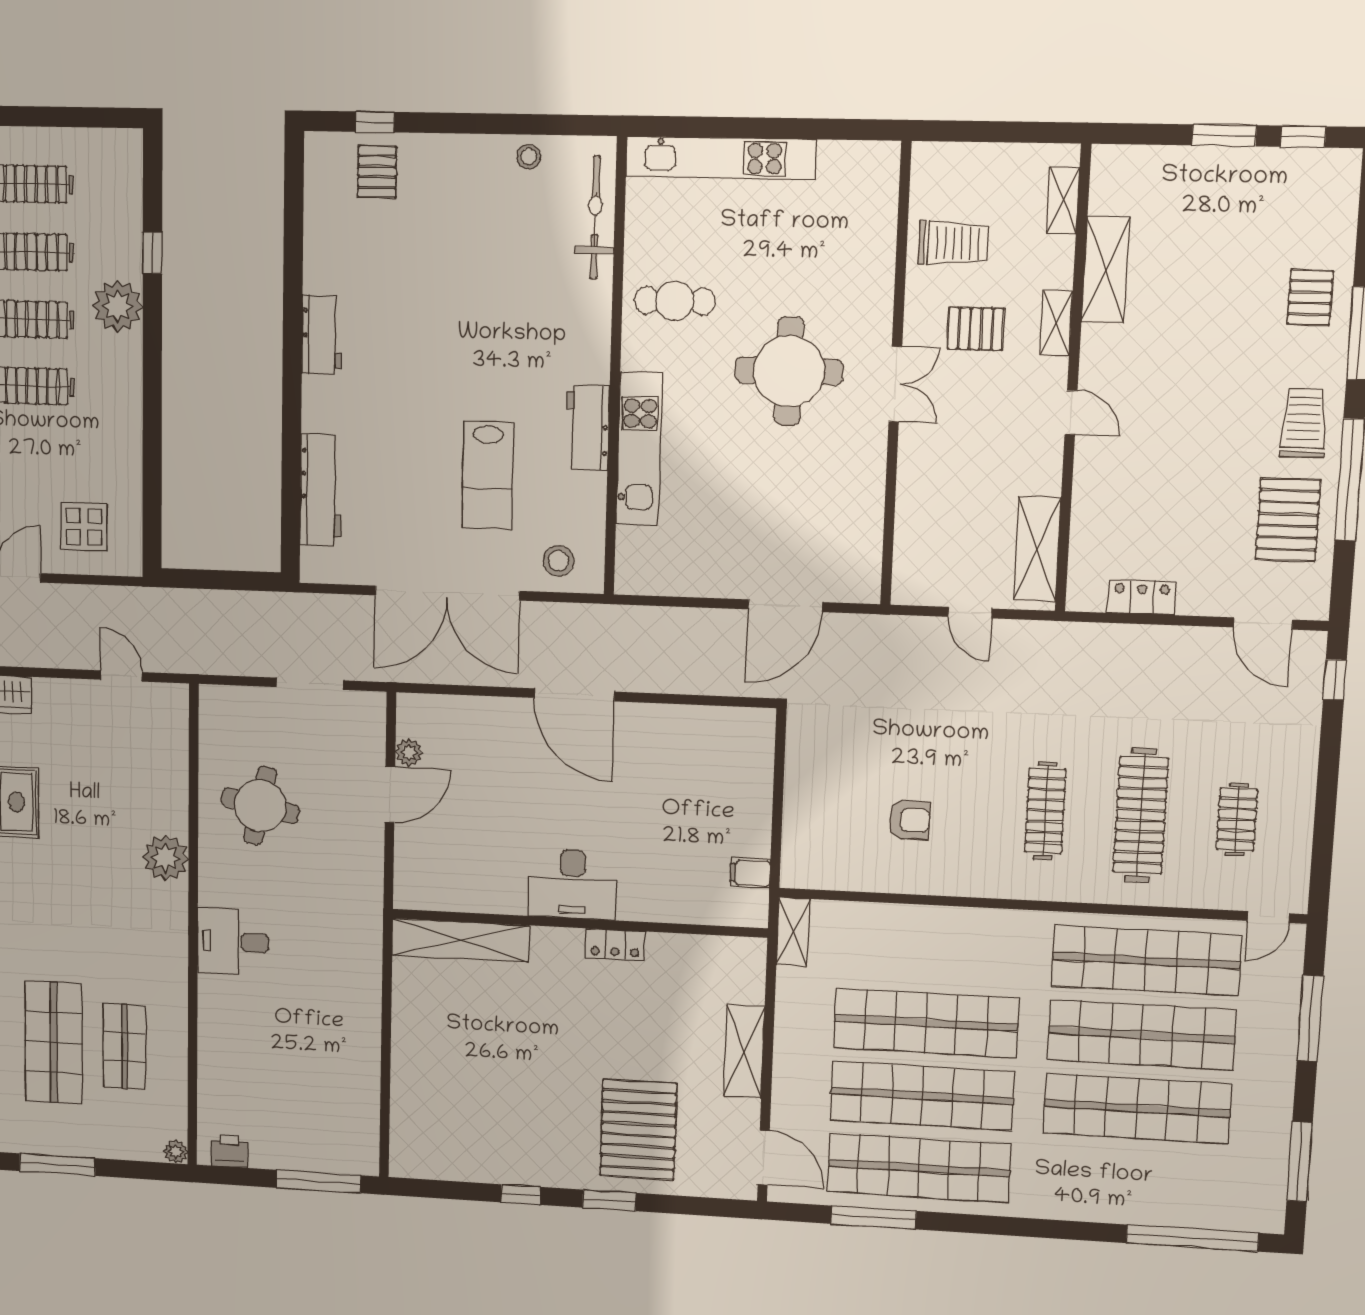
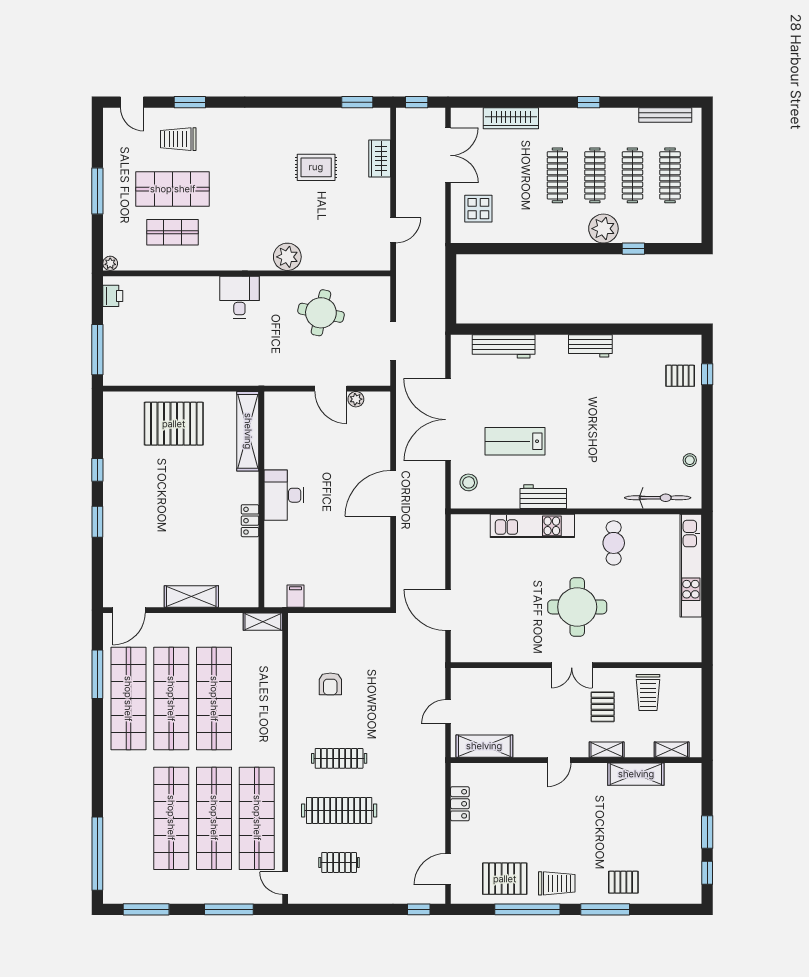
pallet: (638, 1130) -> (174, 424), moved

